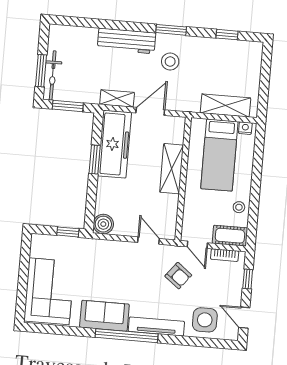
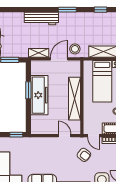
stool: (170, 62) -> (75, 49), moved
freezer: (114, 144) -> (39, 95), moved
shelving: (172, 169) -> (75, 99), width x1.47
boiler: (103, 224) -> (37, 128), removed

